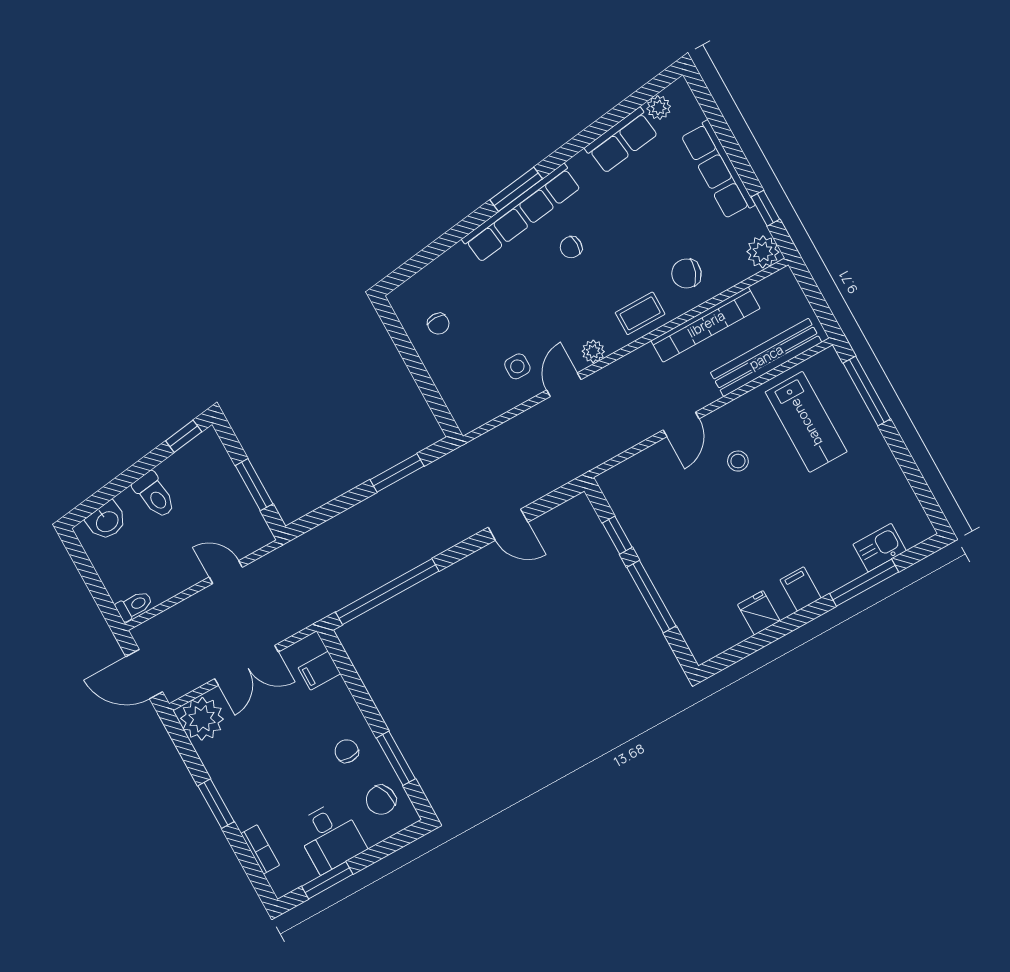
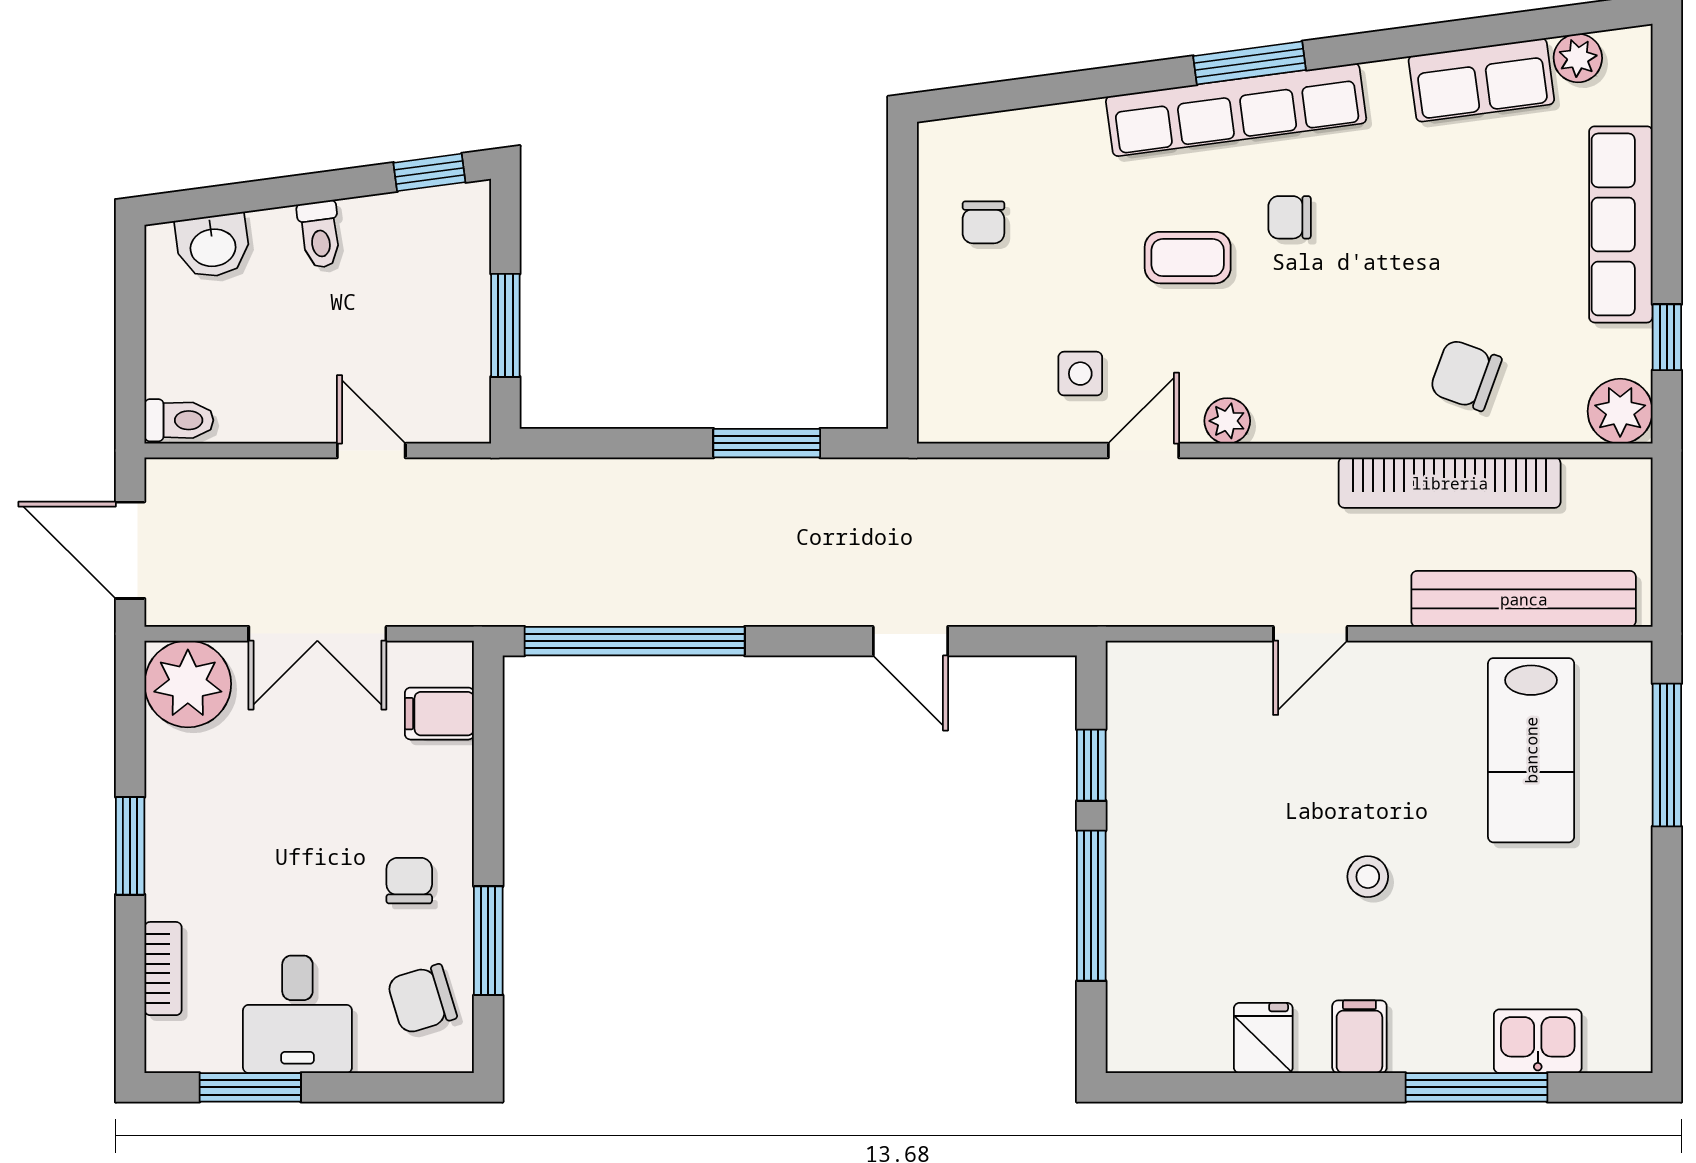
coffee table: (640, 313) -> (1188, 258), moved
stool: (738, 461) -> (1368, 877), moved
toilet: (154, 495) -> (320, 234), width x0.73, depth x0.72

